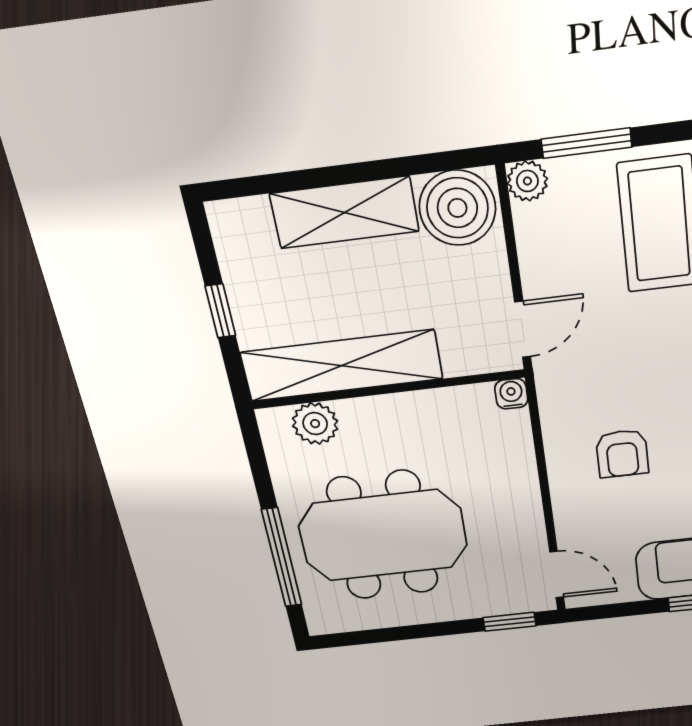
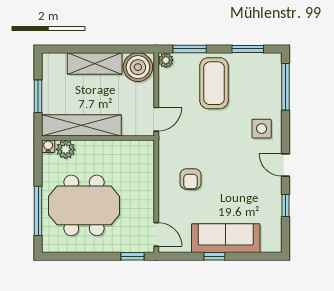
window: (220, 311) -> (38, 96), width x1.50
water cooler: (511, 394) -> (48, 146), moved

